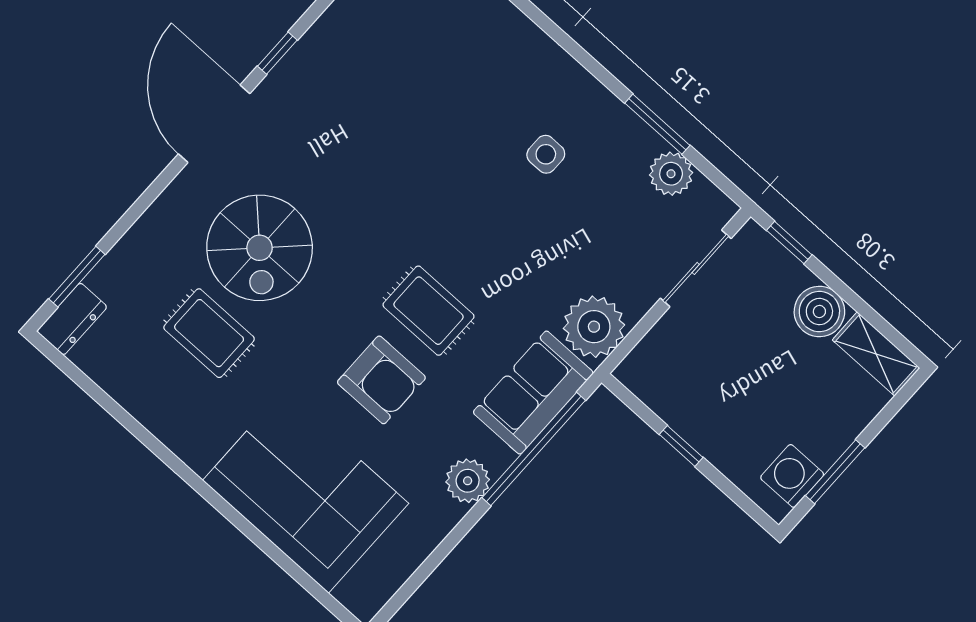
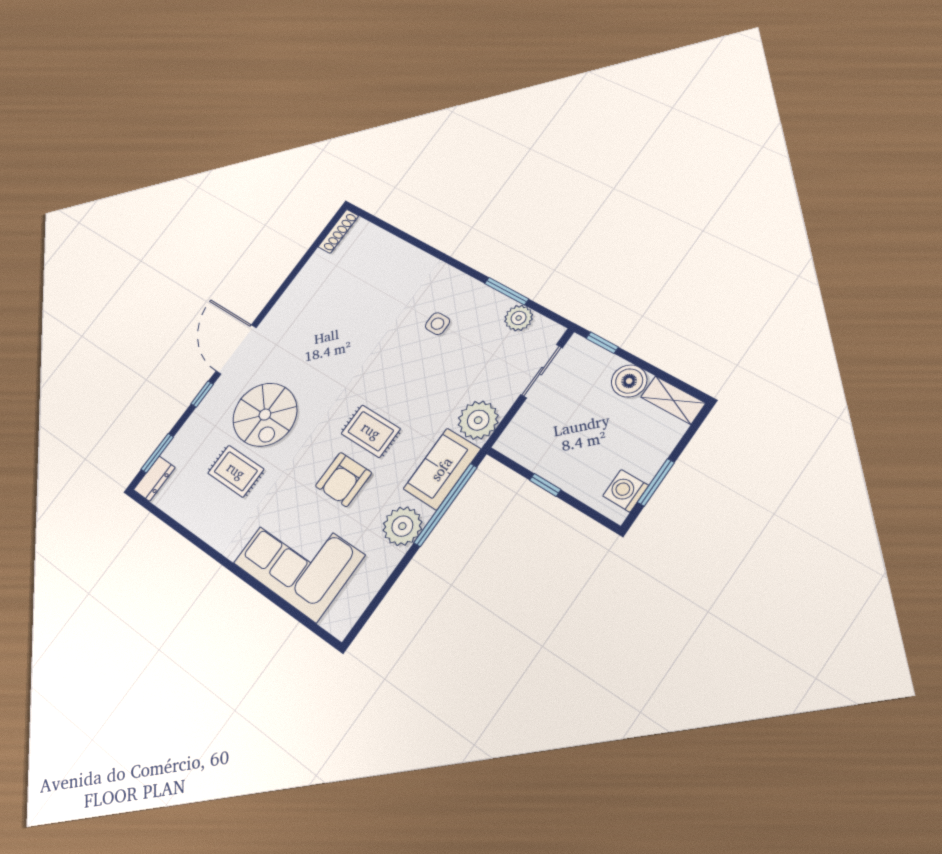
window: (277, 53) -> (202, 394), moved
armchair: (381, 380) -> (343, 479), turned 90
plant: (468, 481) -> (402, 526), width x1.36, depth x1.36

